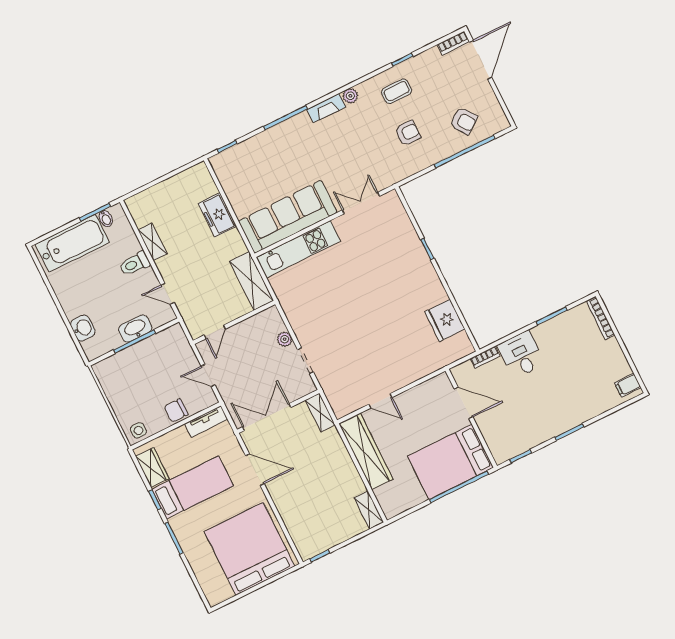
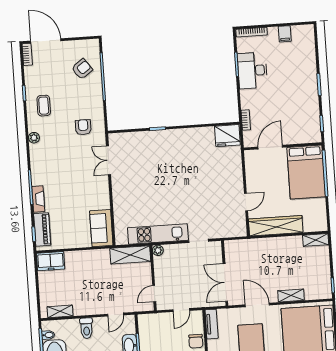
fireplace: (326, 108) -> (38, 199), moved
armchair: (408, 133) -> (83, 127), moved
piano: (237, 155) -> (42, 229), added
freezer: (217, 215) -> (51, 261), moved
sofa: (288, 217) -> (101, 228), width x0.54, depth x0.79
shelving: (152, 242) -> (60, 311), moved
kitchen unit: (298, 249) -> (158, 234), moved, turned -90
fridge: (445, 320) -> (227, 136), moved
door: (215, 332) -> (154, 294), swing flipped
plant: (285, 339) -> (158, 250), moved
desk: (521, 355) -> (252, 70), moved, width x1.37
filing cabinet: (628, 385) -> (285, 34), moved
shelving: (320, 412) -> (291, 295), moved
door: (255, 470) -> (257, 305), hinge flipped

